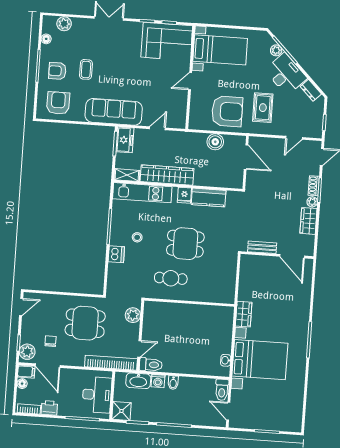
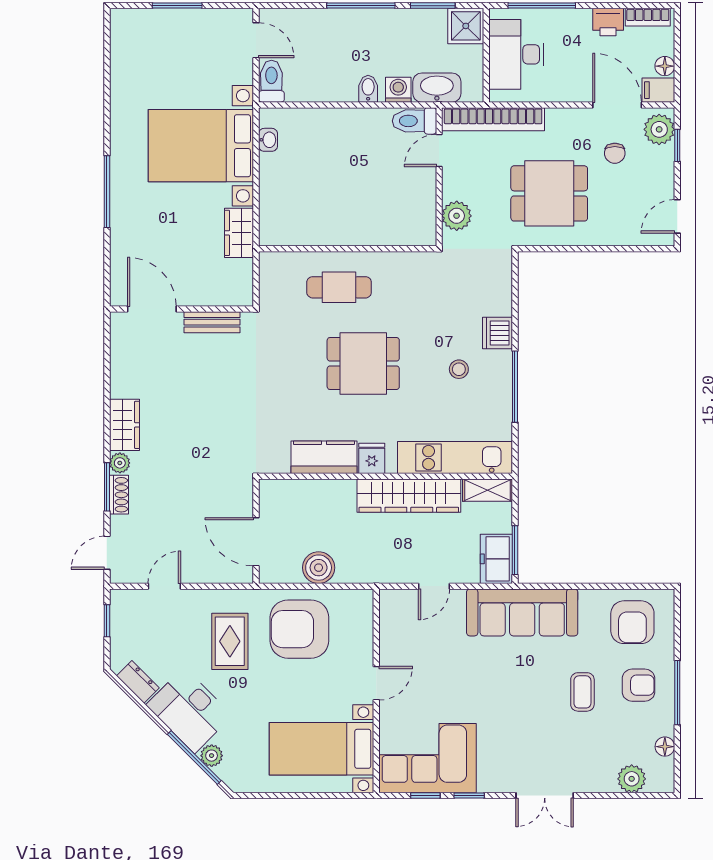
bench: (262, 247) -> (212, 322), moved
wall: (277, 255) -> (181, 309), moved
door: (292, 256) -> (152, 309), moved
cafe table: (171, 278) -> (339, 287), moved

